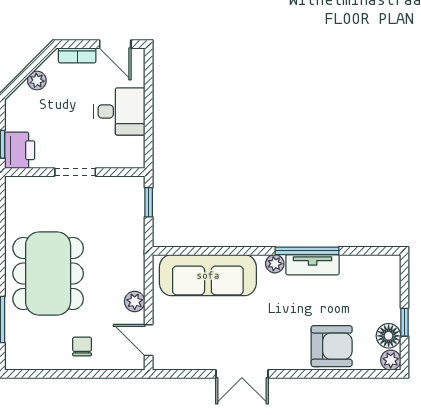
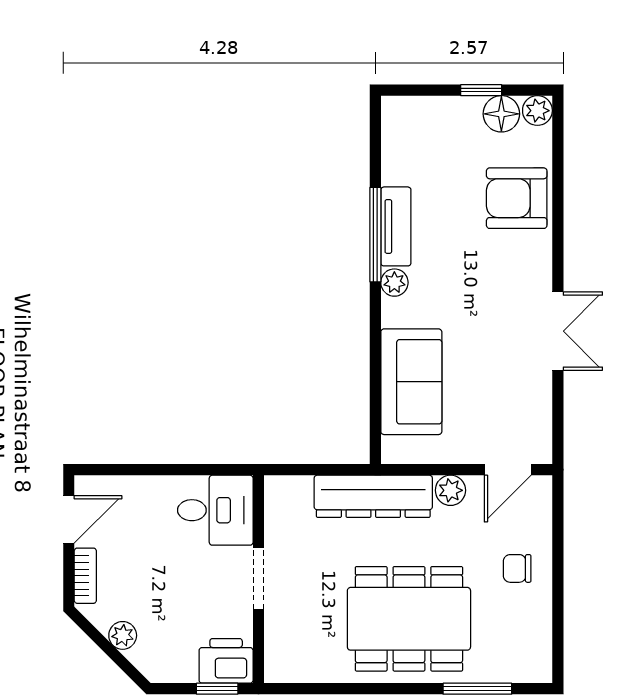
desk: (119, 111) -> (215, 510), moved, turned 90
window: (149, 202) -> (303, 470), removed
dresser: (131, 249) -> (373, 496), added
sofa: (208, 275) -> (411, 382), width x0.73
armchair: (332, 346) -> (517, 198), turned -90

